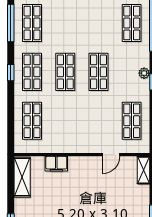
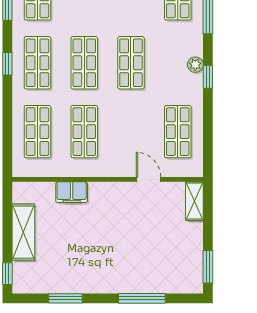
shop shelf: (65, 121) -> (84, 132), added
door: (111, 155) -> (148, 179), swing flipped
shelving: (22, 177) -> (23, 232), moved

